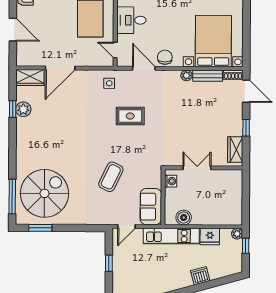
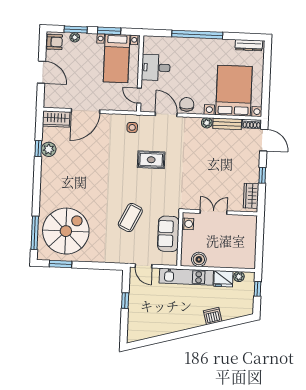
sofa: (151, 207) -> (168, 234), moved
door: (126, 226) -> (144, 266), hinge flipped
plant: (237, 234) -> (239, 277), moved

